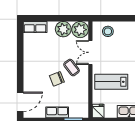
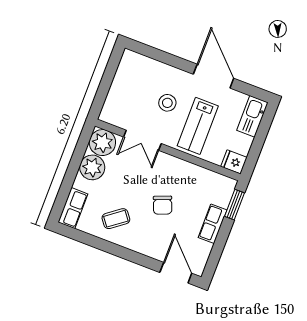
stool: (108, 31) -> (167, 103), moved
coffee table: (72, 68) -> (116, 219), moved

